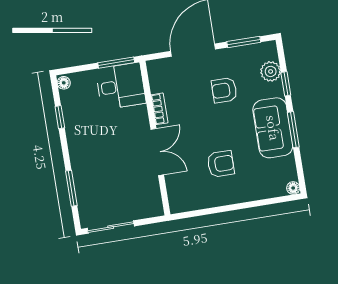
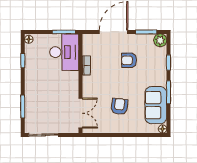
plant: (271, 71) -> (160, 40), moved
desk: (121, 86) -> (64, 52), width x1.37
sofa: (273, 128) -> (156, 105), moved
double door: (157, 152) -> (81, 113), moved
armchair: (221, 164) -> (119, 106), turned -83

